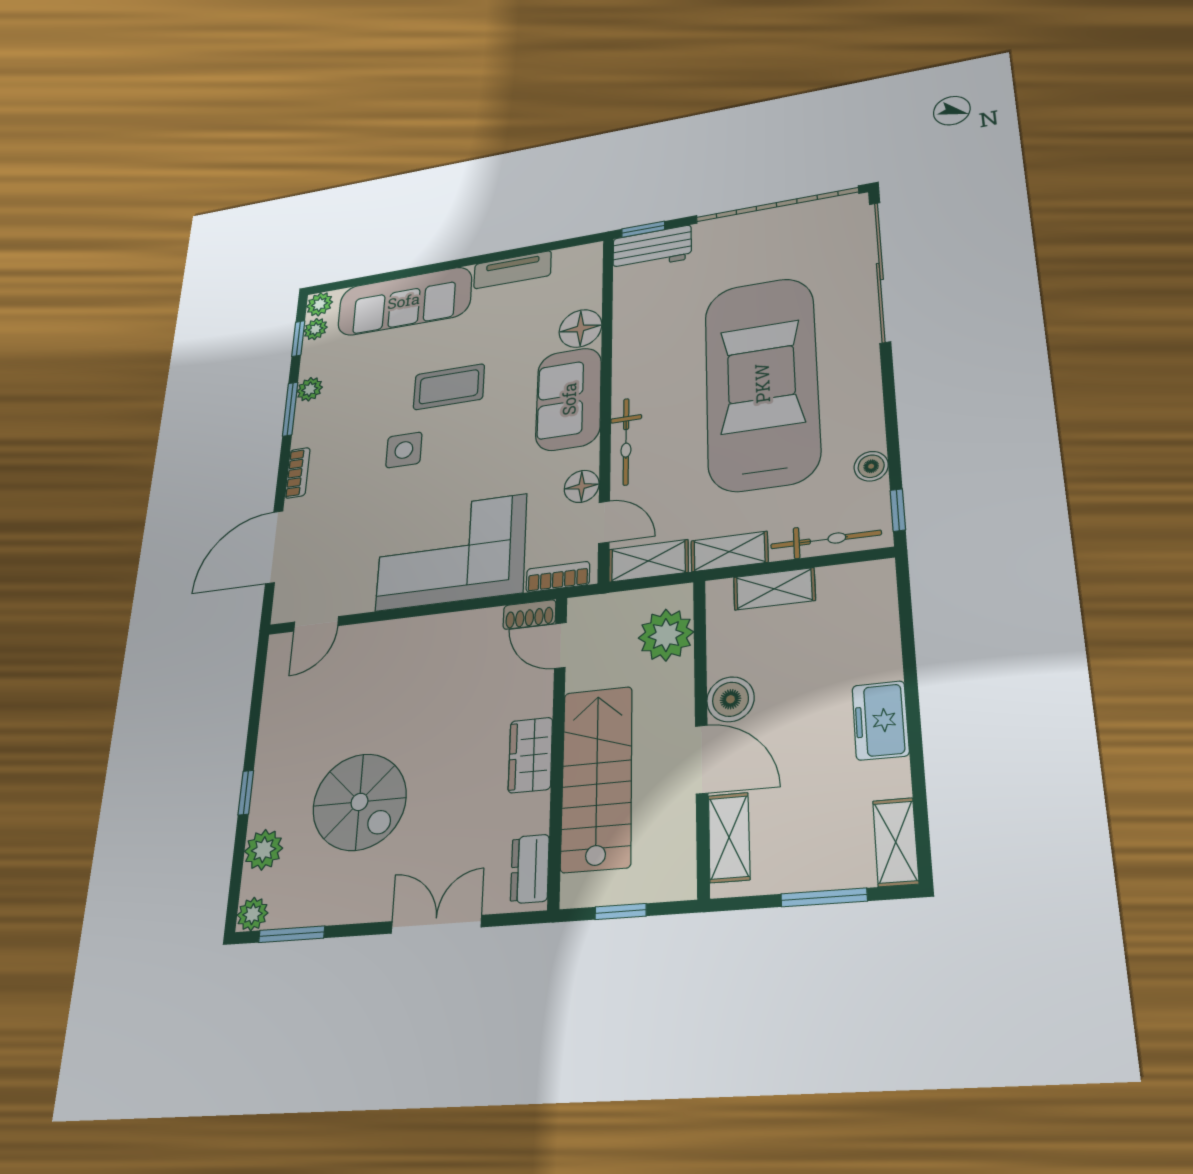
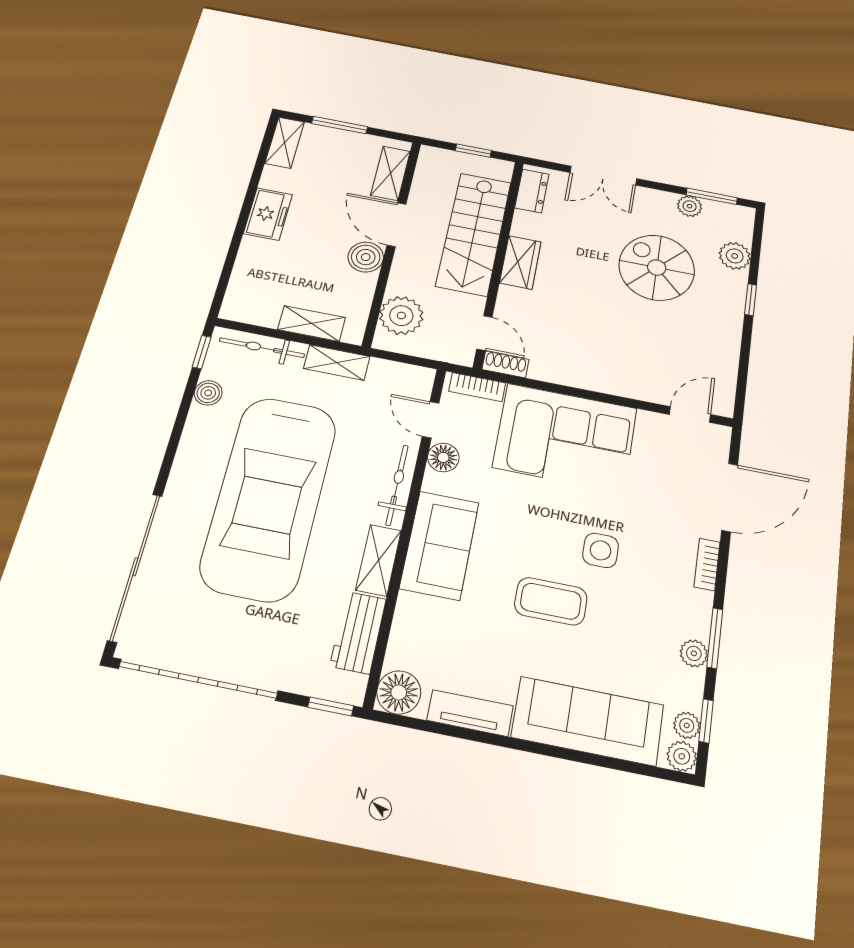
workbench: (652, 249) -> (358, 632), moved, turned -90
floor lamp: (580, 328) -> (399, 692), moved
shelving: (648, 561) -> (379, 560), moved, turned 90
plant: (253, 914) -> (690, 206), moved

